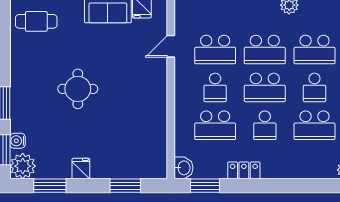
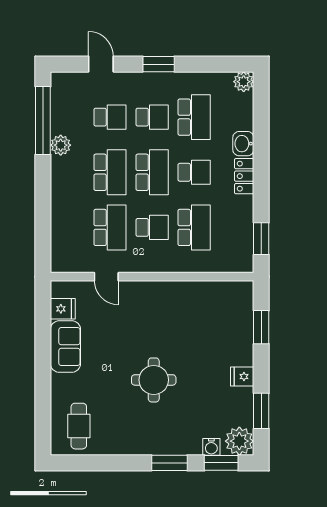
school desk: (314, 50) -> (110, 117), width x0.54
washbasin: (183, 168) -> (243, 144), moved, turned -90
locker: (244, 170) -> (244, 176), moved

